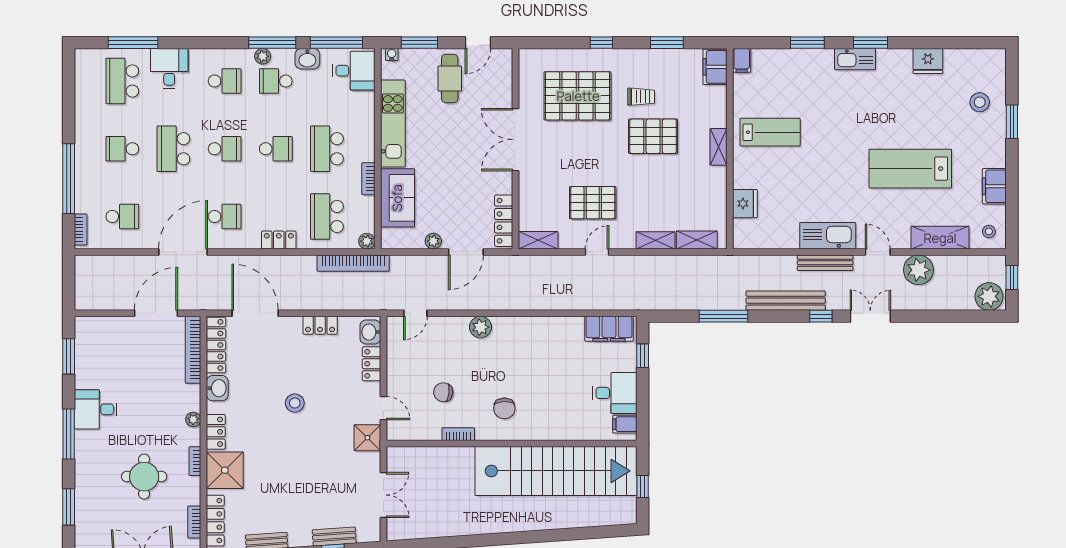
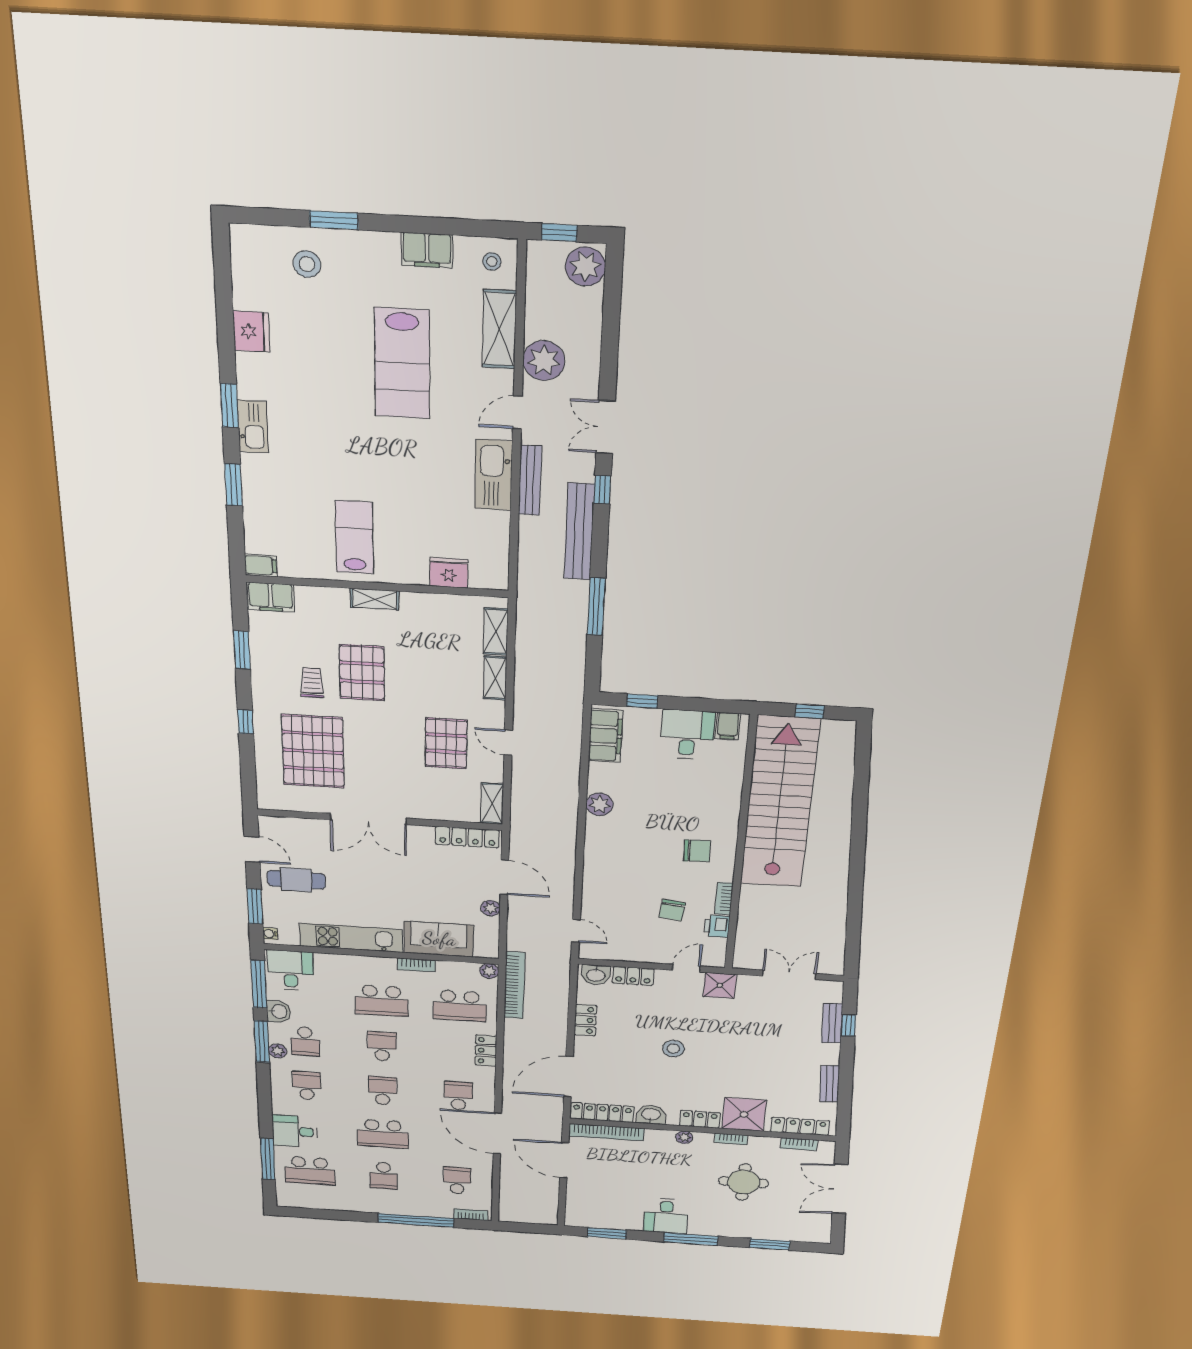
plant: (480, 327) -> (599, 804), moved
printer: (429, 430) -> (717, 926), added

